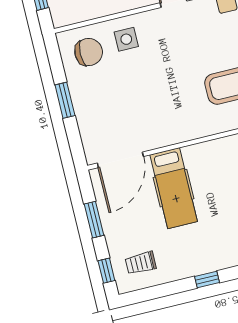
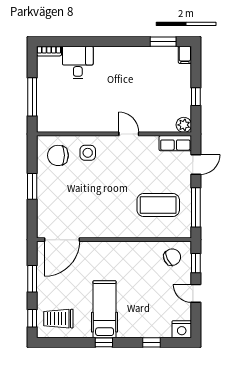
chair: (89, 52) -> (58, 155), turned 180
hospital bed: (174, 188) -> (105, 309), moved, turned 180
trolley: (141, 263) -> (58, 319), width x1.36, depth x1.39

